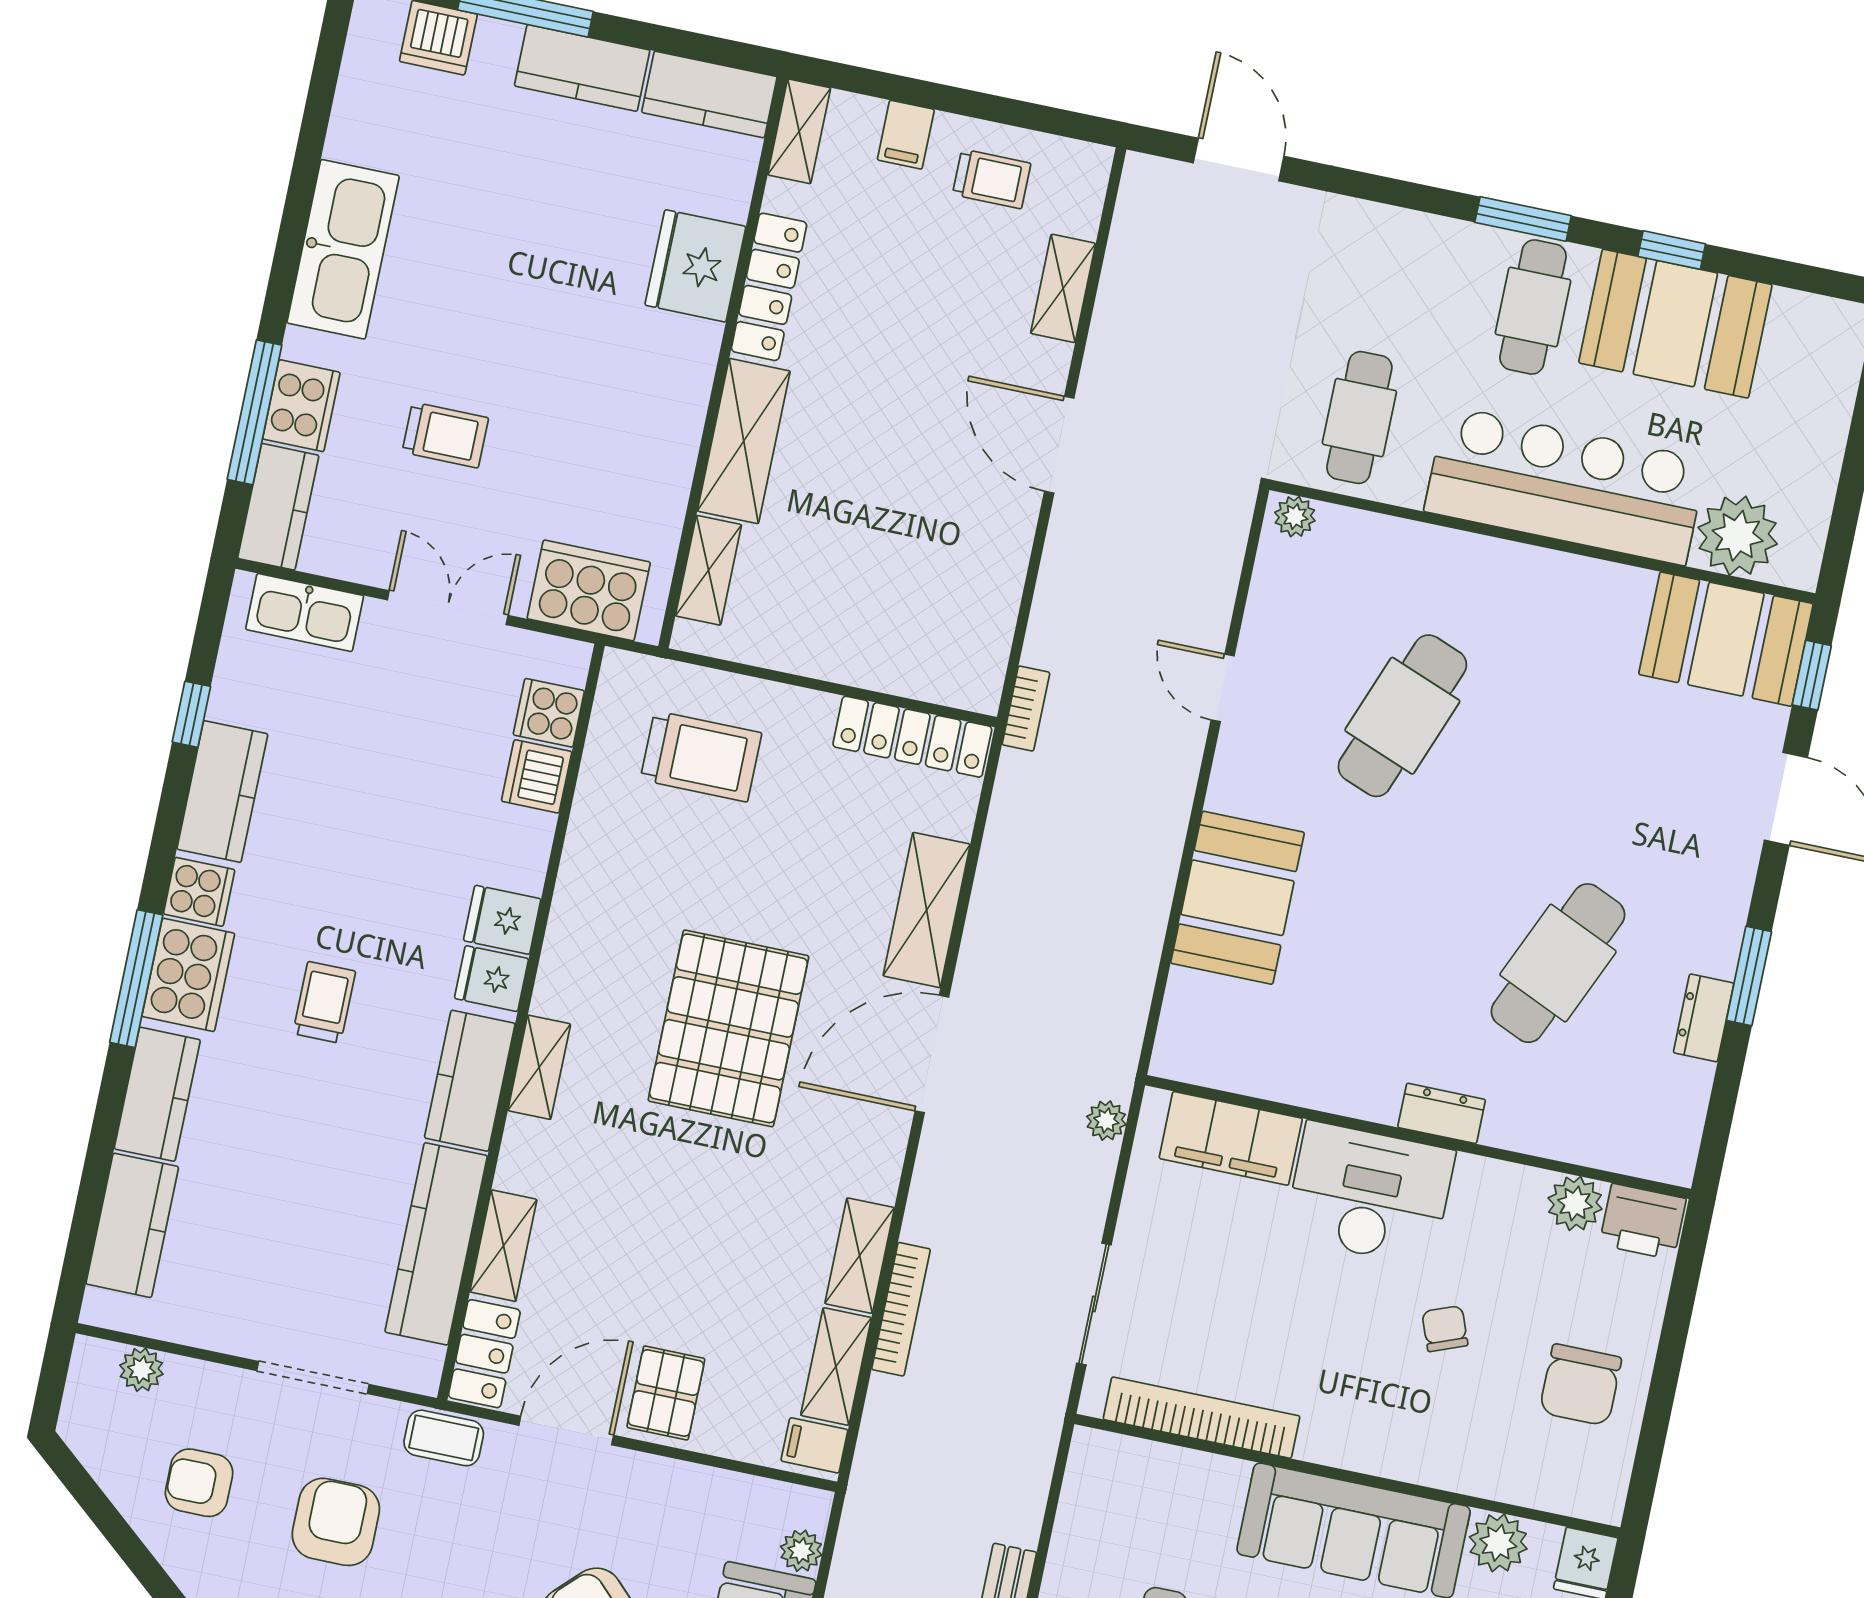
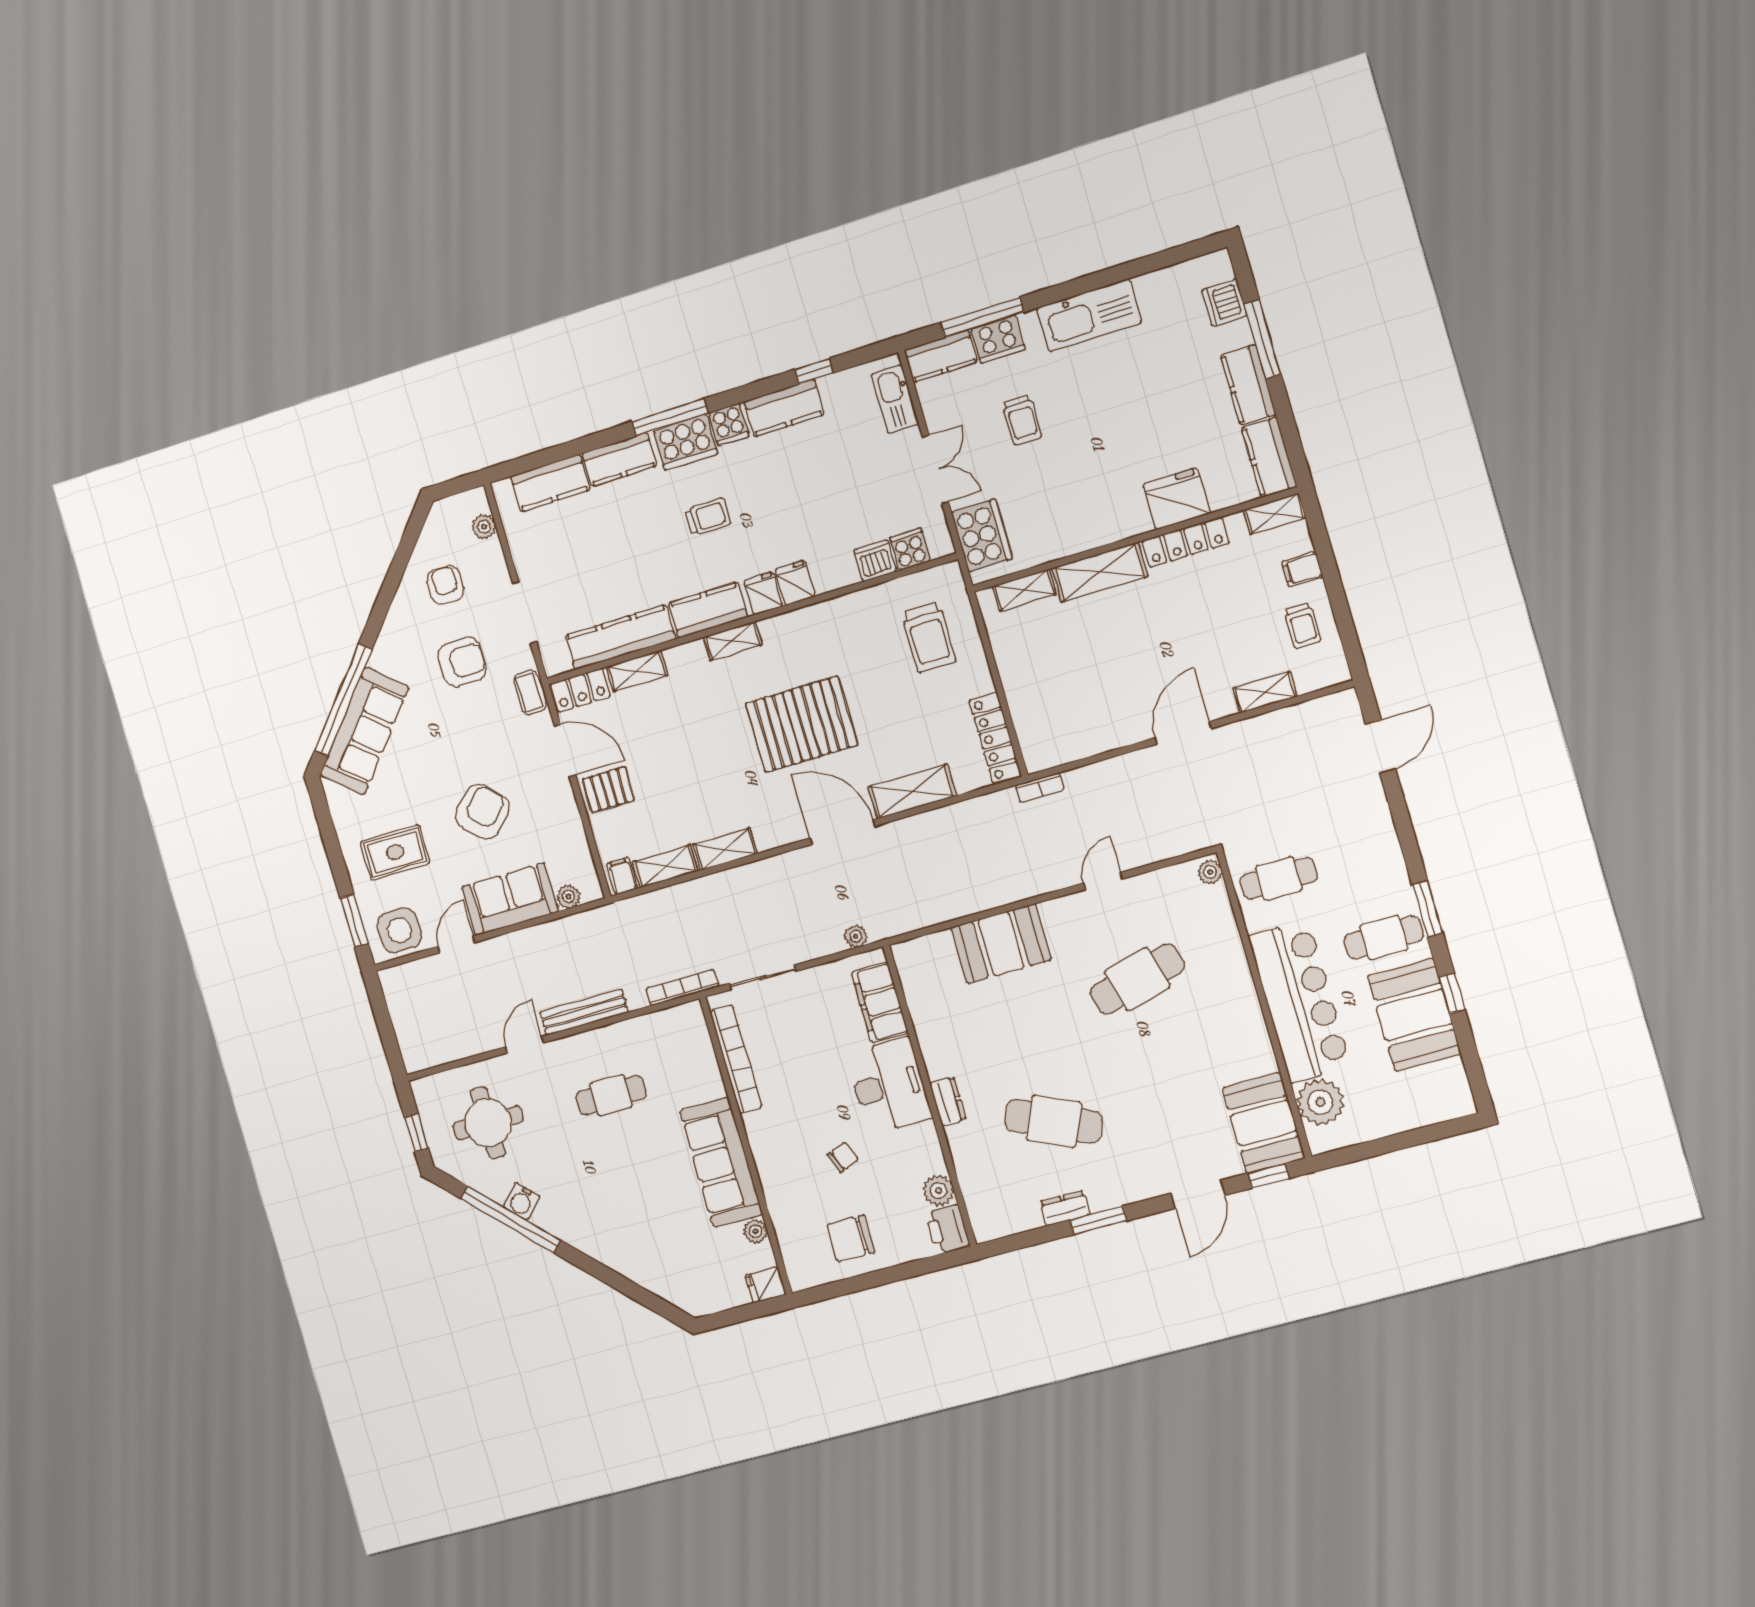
cafe table: (1402, 716) -> (1137, 979), turned -36
bookcase: (901, 1309) -> (682, 987), moved, turned 180
plant: (1498, 1543) -> (756, 1231), width x0.73, depth x0.73

